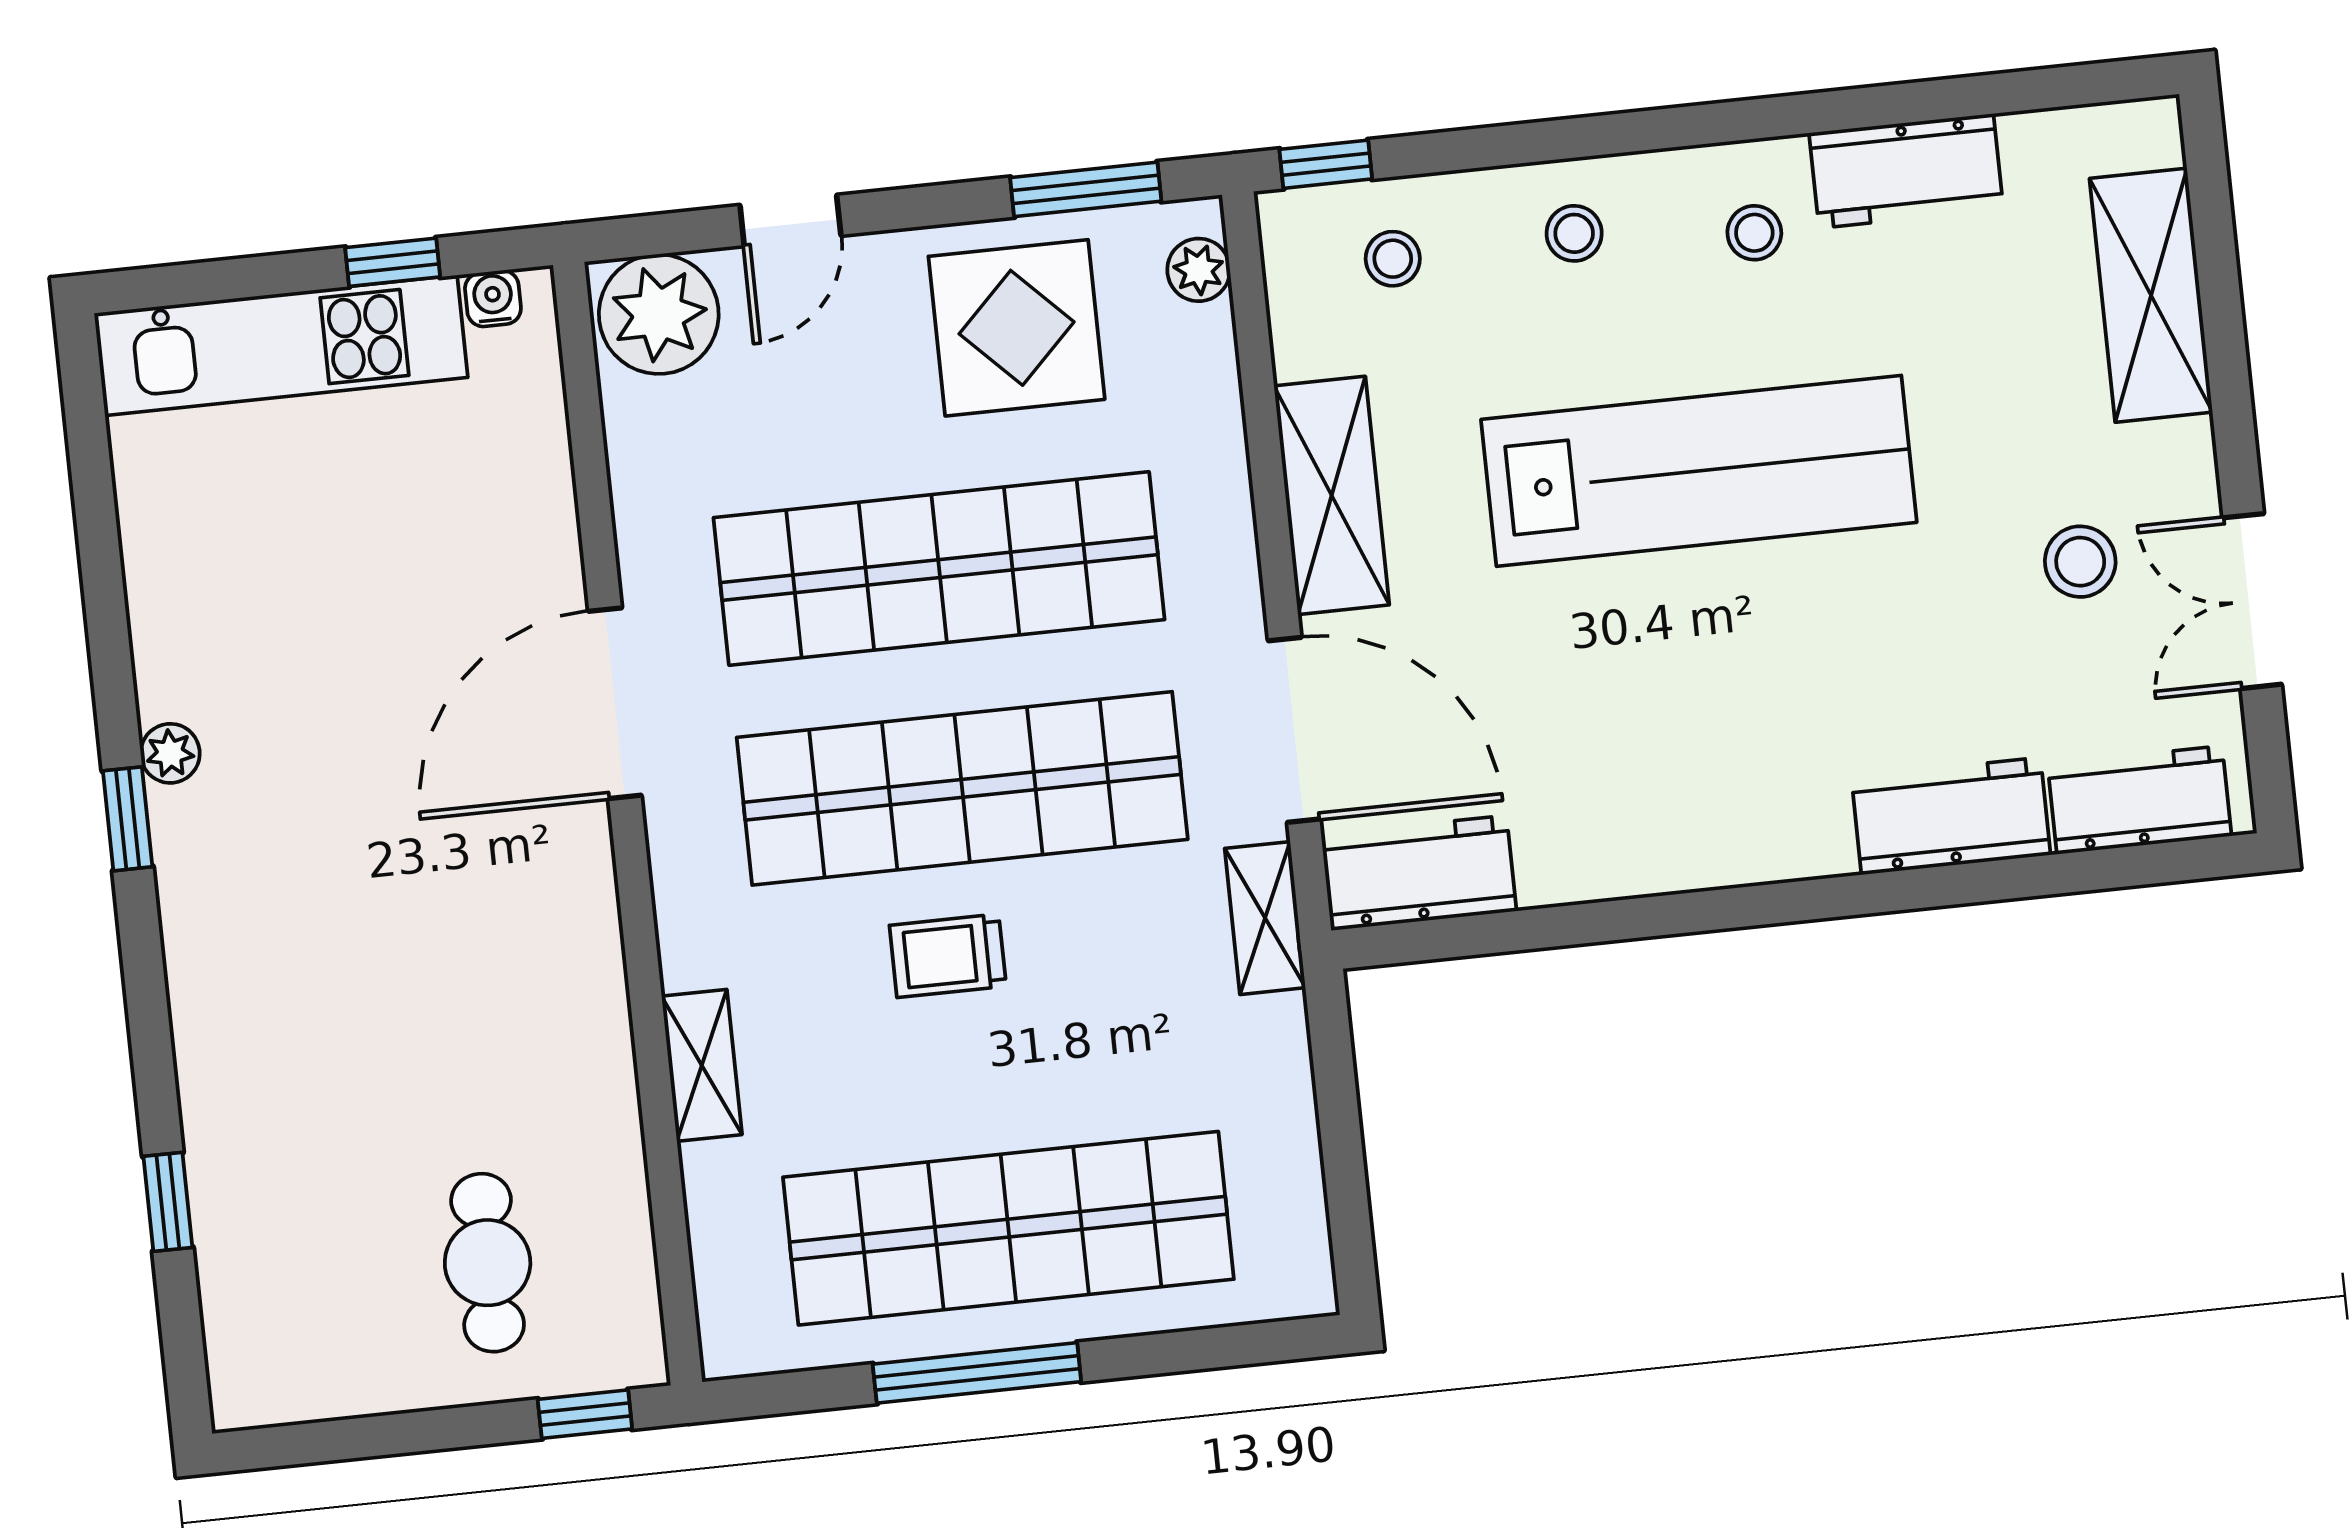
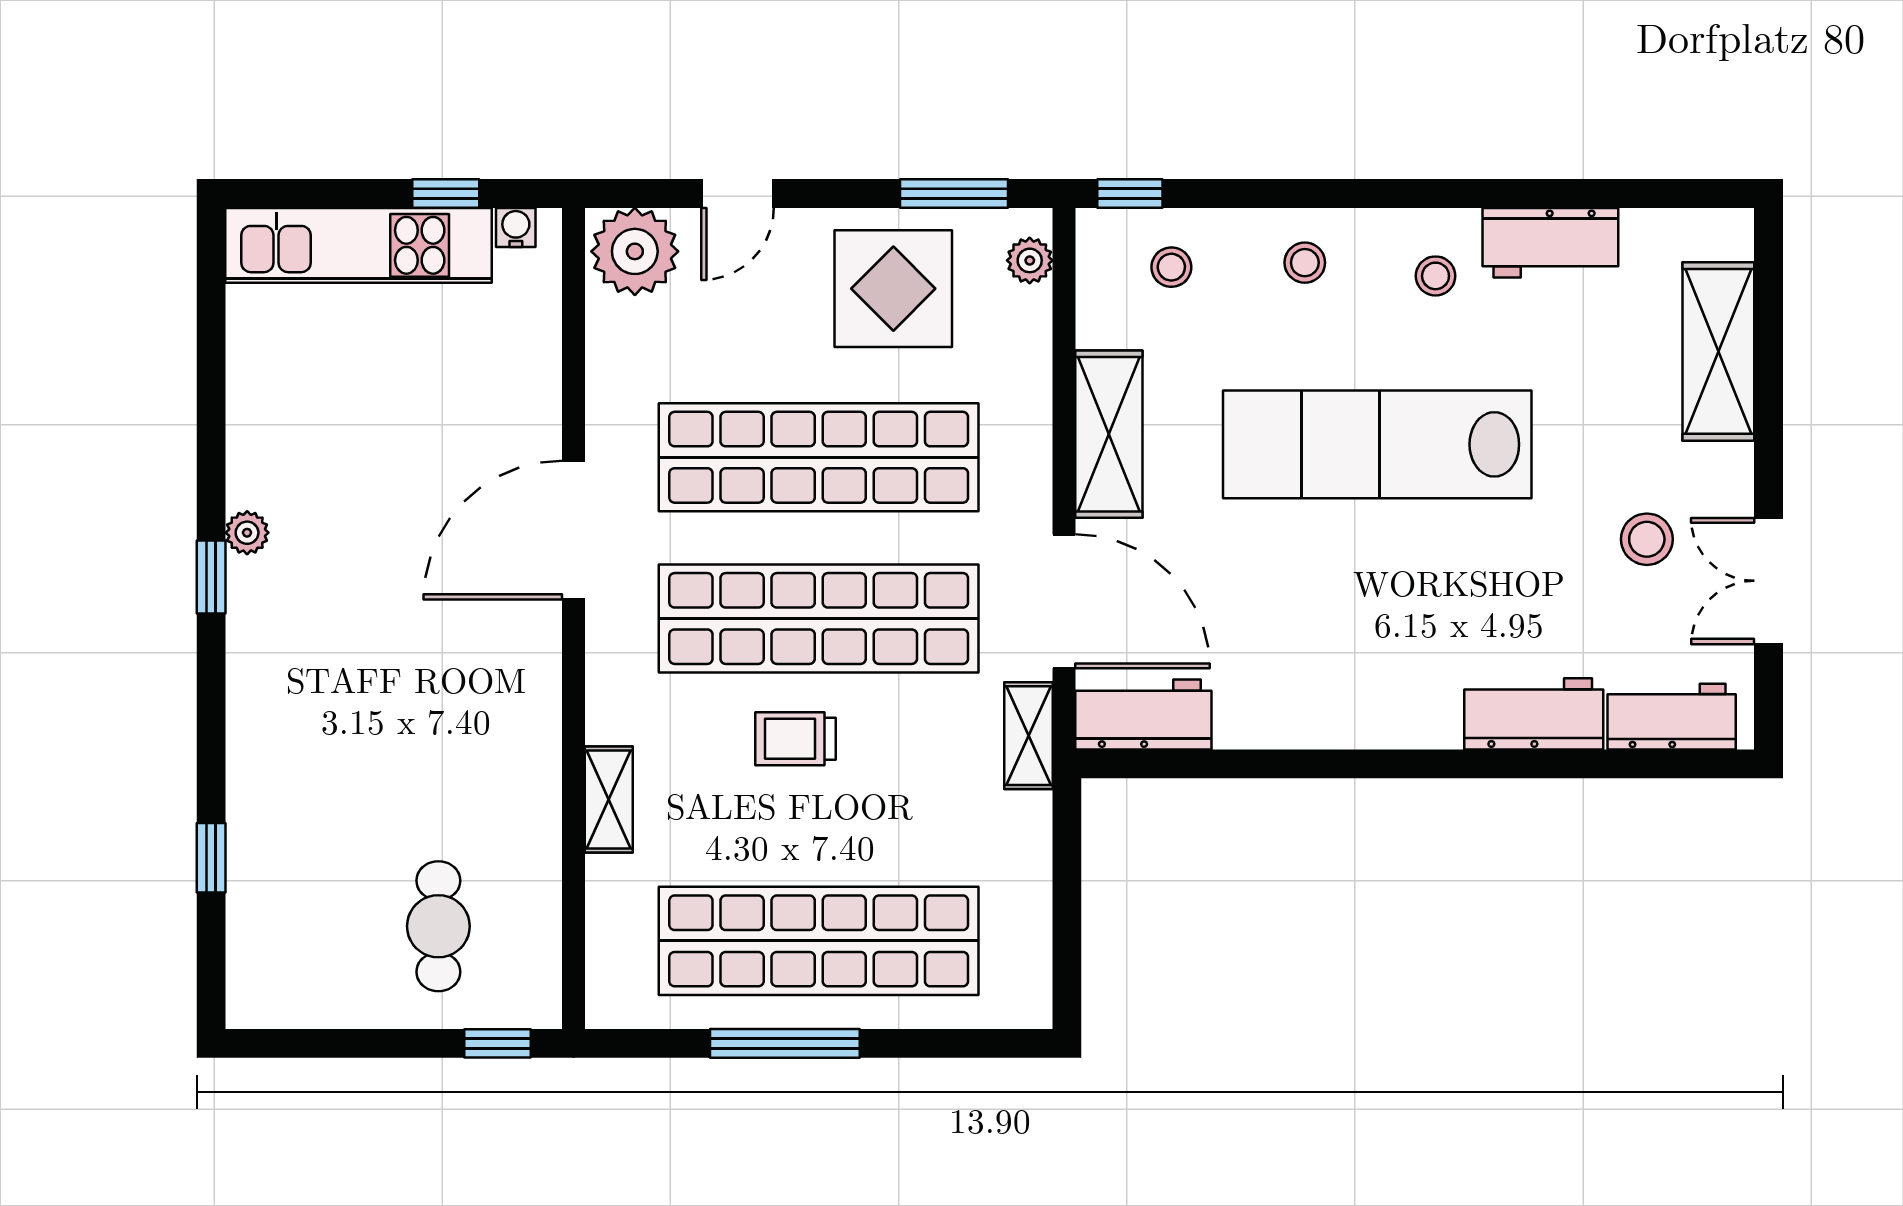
lab bench: (1699, 471) -> (1377, 444), turned 180

